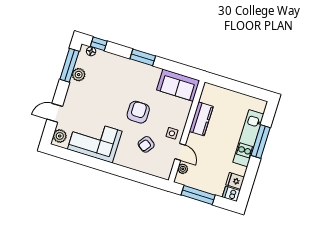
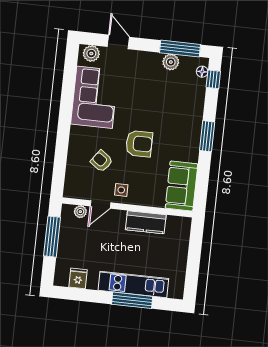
dishwasher: (231, 194) -> (61, 277), removed

